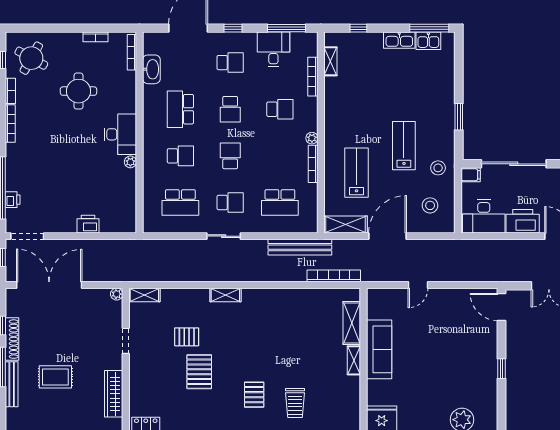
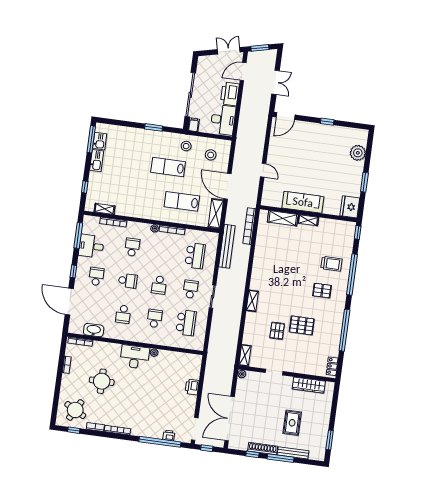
school desk: (180, 109) -> (123, 314), width x0.54
school desk: (230, 156) -> (159, 285), turned -90

